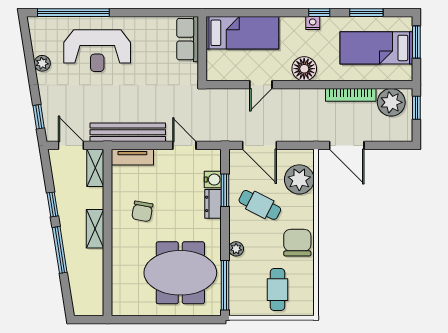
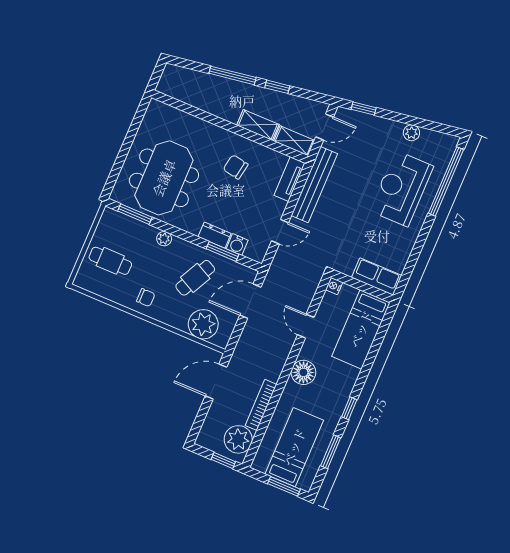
nightstand: (313, 23) -> (334, 286), moved, turned 180
shelving: (95, 229) -> (258, 125), moved
chair: (297, 243) -> (146, 298), width x0.54, depth x0.54
window: (225, 285) -> (135, 214), width x0.69

